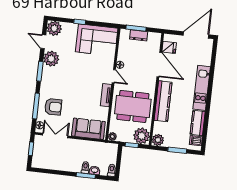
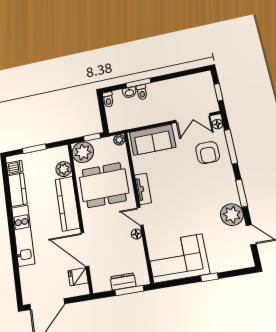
plant: (54, 28) -> (242, 258), removed
armchair: (53, 107) -> (208, 153), turned -90
plant: (158, 140) -> (64, 169), moved

